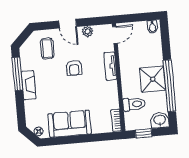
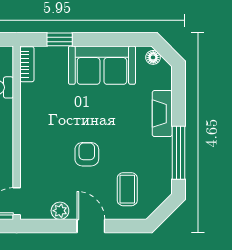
tv unit: (110, 66) -> (29, 152), removed
fireplace: (29, 85) -> (162, 114), moved
window: (97, 137) -> (60, 39), added

